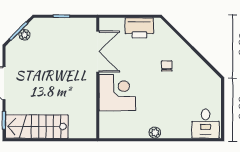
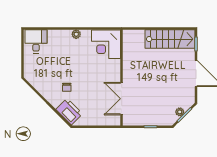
printer: (139, 28) -> (69, 111), moved, turned 45
corner desk: (117, 93) -> (106, 44), moved

